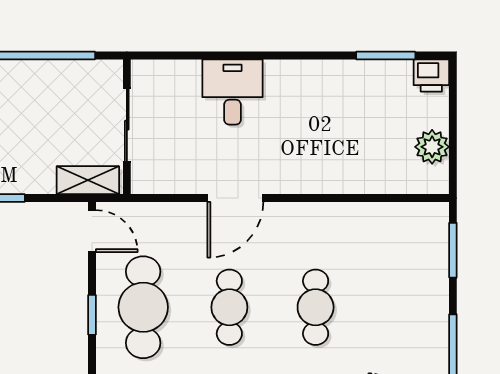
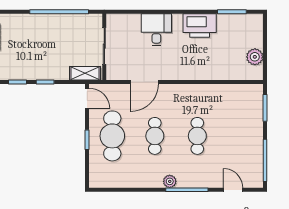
printer: (431, 76) -> (200, 26), moved, width x1.87, depth x1.48
door: (235, 198) -> (144, 82), moved

